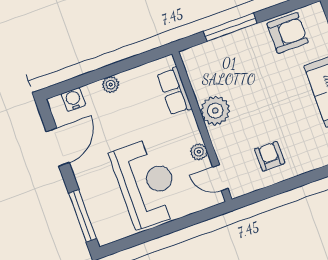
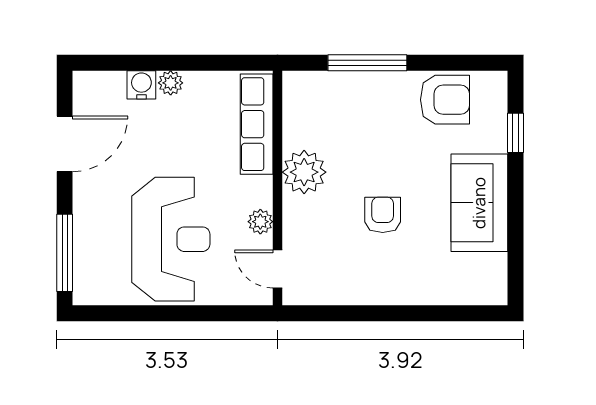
row of seats: (174, 91) -> (257, 124), width x1.48
water cooler: (73, 99) -> (141, 85), moved
armchair: (270, 156) -> (383, 215), moved

